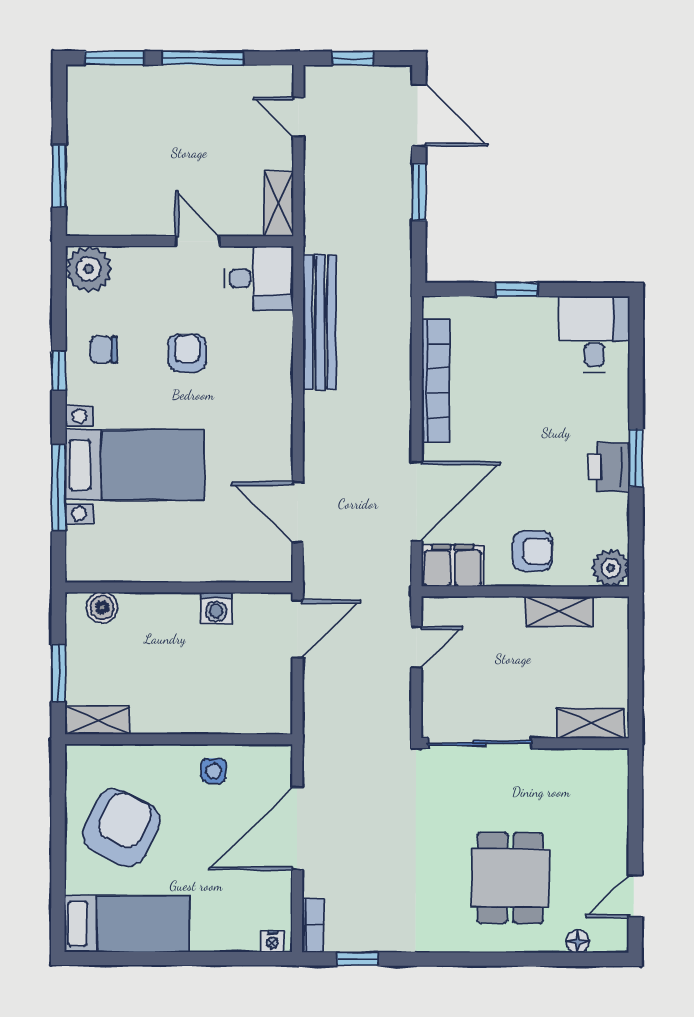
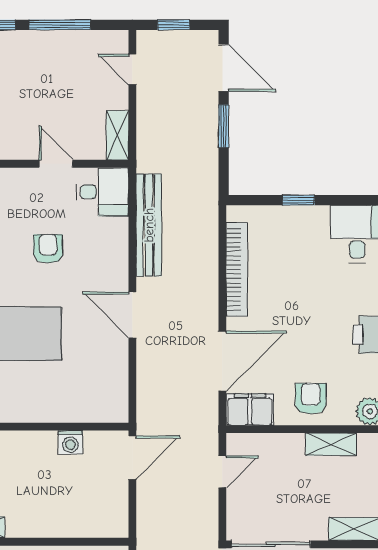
door: (298, 512) -> (132, 315), moved
armchair: (533, 551) -> (311, 399), turned -90

